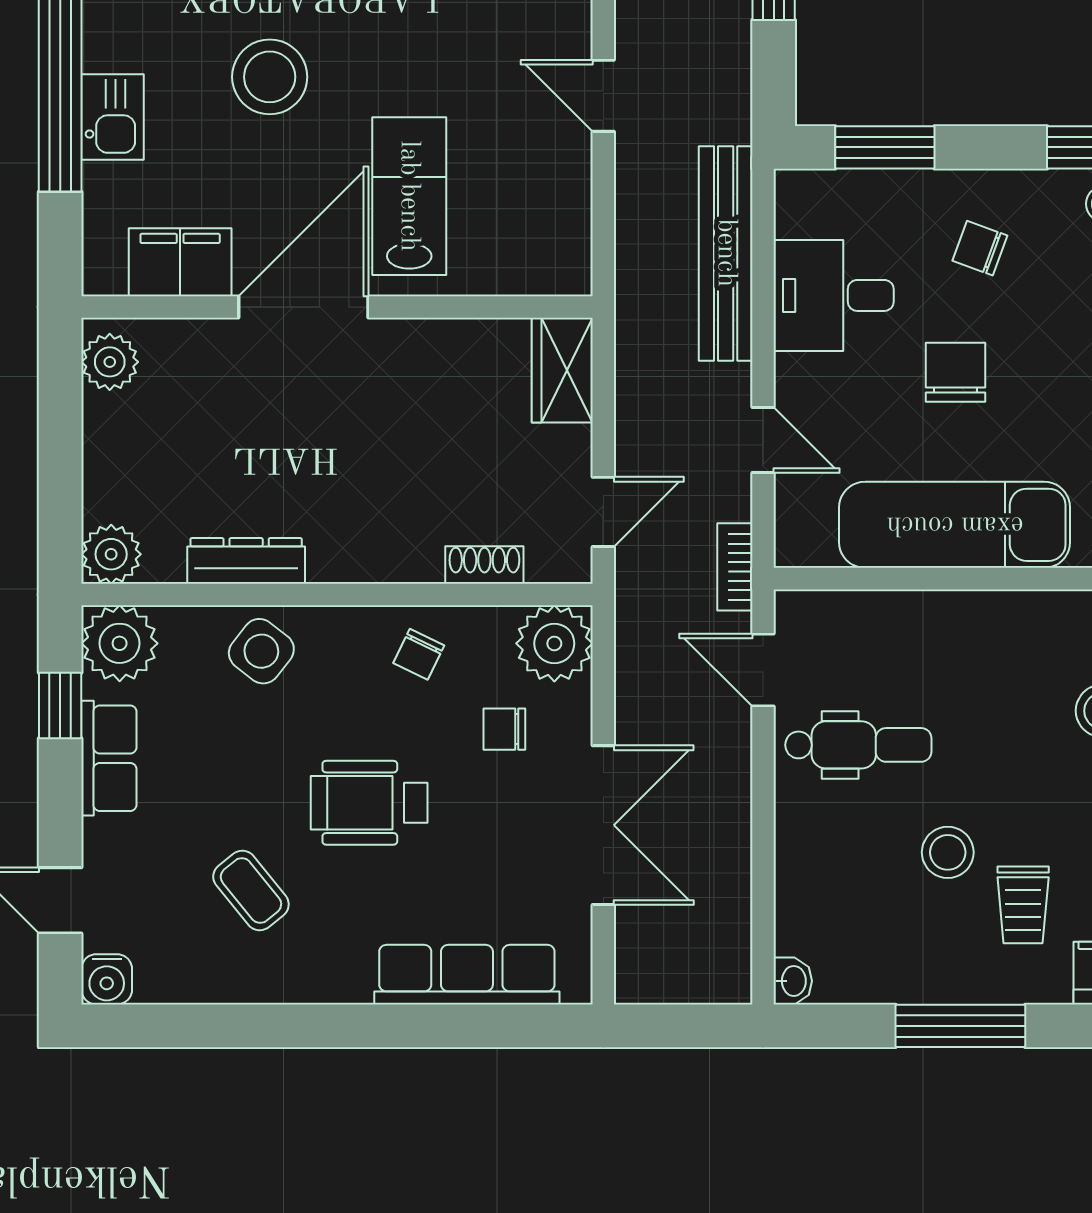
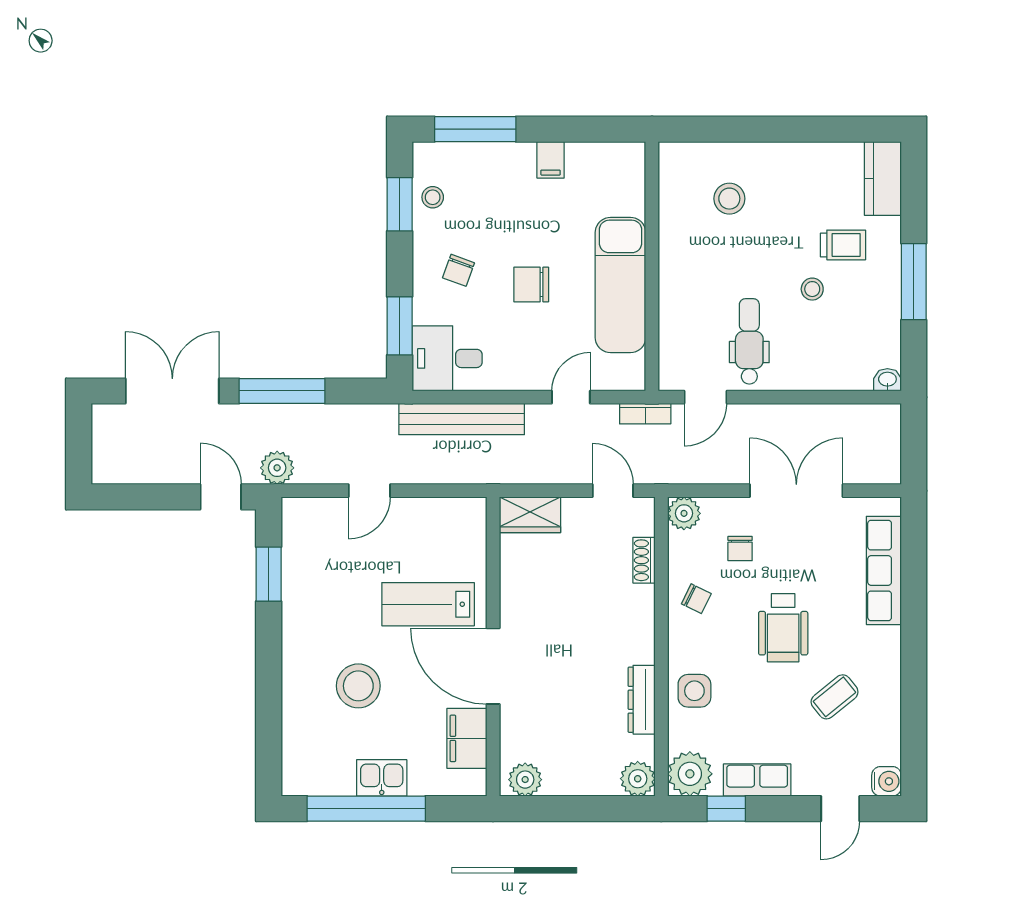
desk: (834, 295) -> (447, 358), moved, turned 90
plant: (554, 643) -> (684, 513), width x0.73, depth x0.73
side table: (261, 651) -> (694, 691), turned -38
stool: (948, 852) -> (812, 289), width x0.73, depth x0.73

